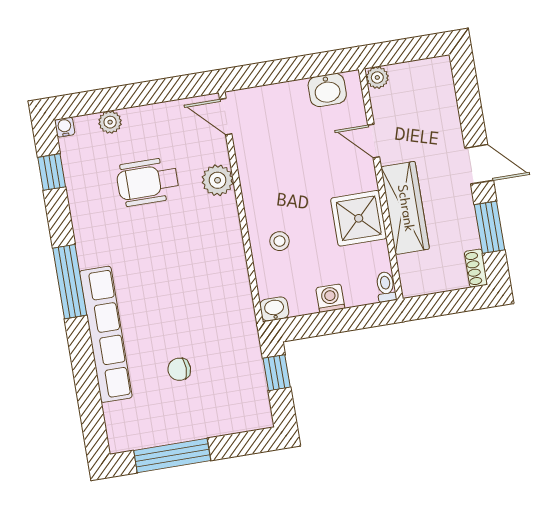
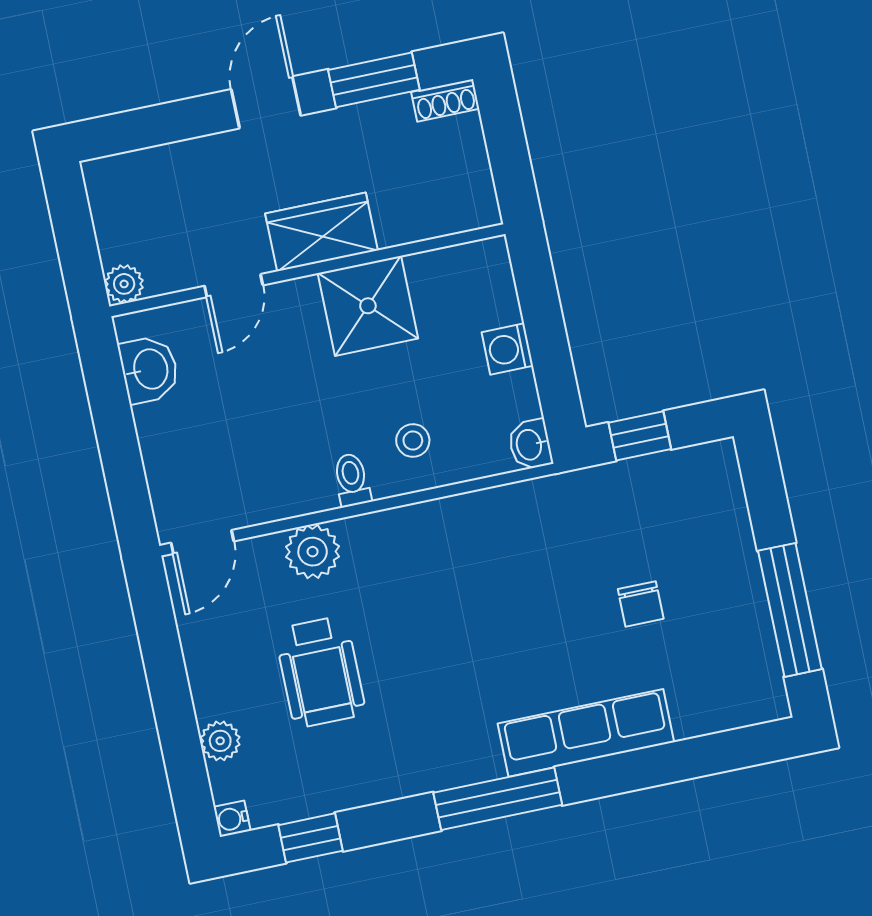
wardrobe: (405, 208) -> (321, 232), width x0.67
toilet: (386, 287) -> (352, 480), moved, turned 90
row of seats: (106, 334) -> (586, 733), width x0.73

